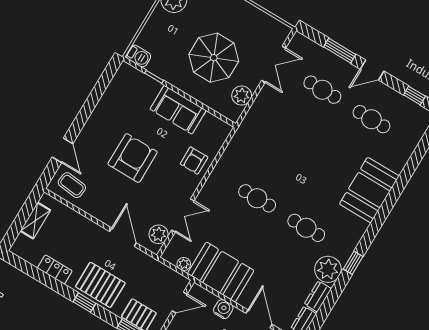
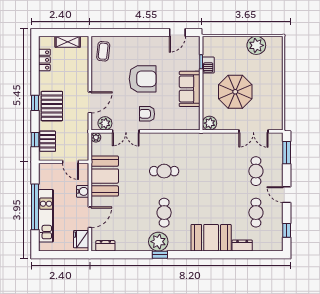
window: (340, 51) -> (287, 153), moved
barbecue: (138, 56) -> (208, 65), moved
plant: (242, 96) -> (210, 123), moved
door: (63, 150) -> (177, 32), moved
armchair: (194, 161) -> (147, 114), moved
cafe table: (257, 198) -> (164, 171), turned 90
plant: (184, 264) -> (96, 137), moved
locker: (55, 269) -> (44, 60), moved
plant: (328, 269) -> (158, 242), moved
dresser: (318, 296) -> (242, 245), moved

